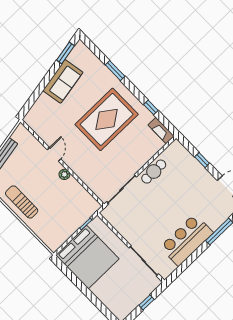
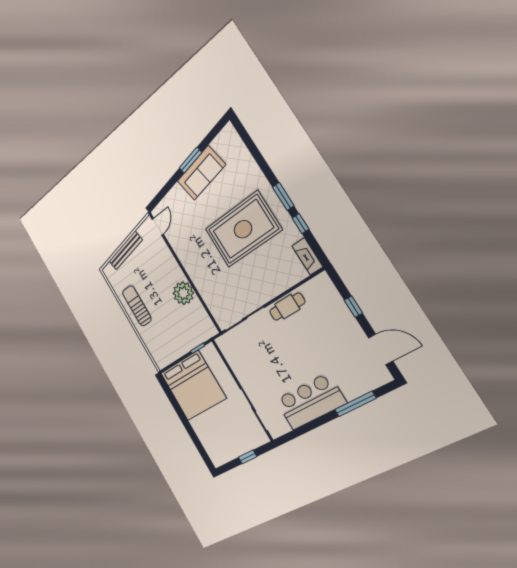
window: (66, 53) -> (190, 160), moved
window: (115, 71) -> (283, 196), moved
door: (54, 154) -> (158, 227), moved
plant: (64, 174) -> (183, 293), width x1.88, depth x1.88

